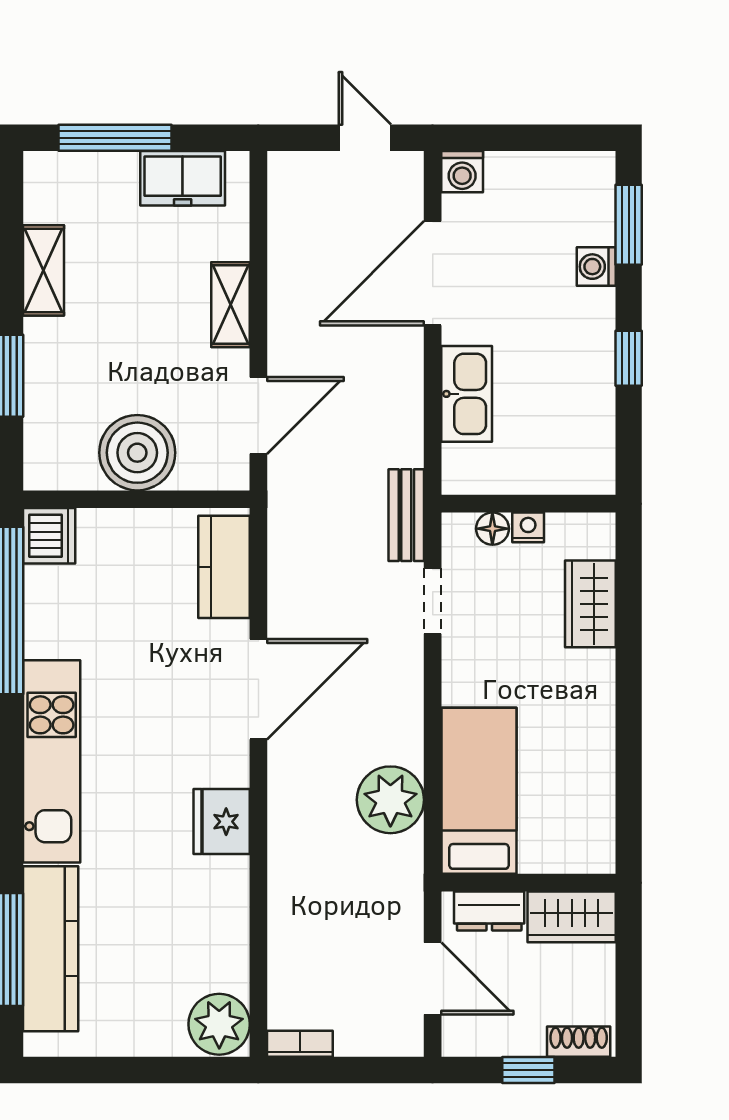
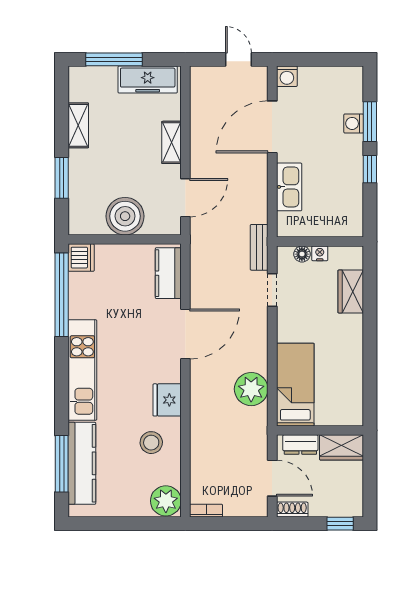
freezer: (183, 178) -> (148, 79), width x1.40
window: (629, 225) -> (370, 122), moved
stool: (190, 907) -> (151, 443), added
shoe rack: (579, 1042) -> (292, 510), moved
window: (528, 1070) -> (340, 524), moved

